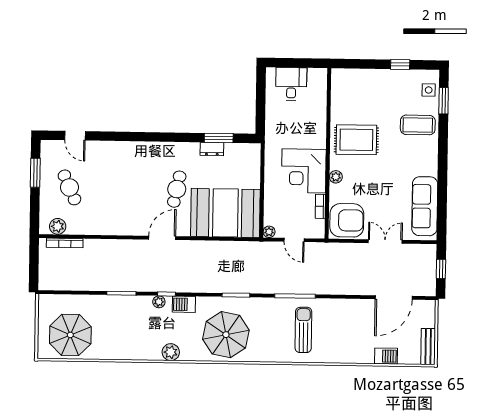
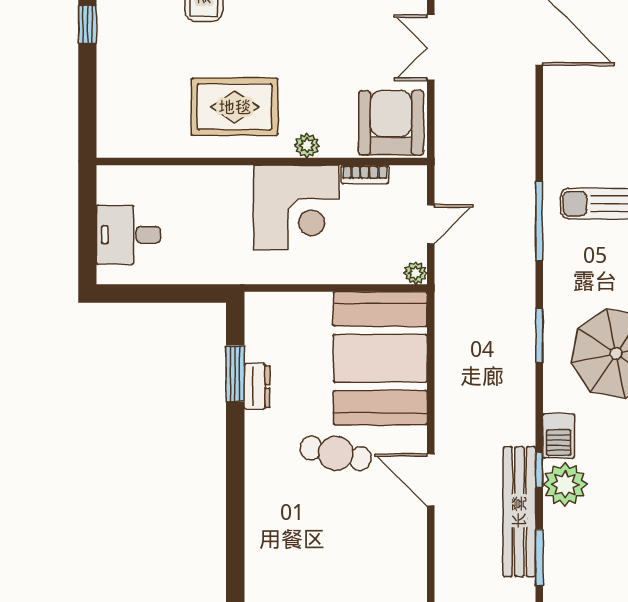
rug: (356, 140) -> (235, 107), turned 90
bench: (145, 283) -> (519, 512), added
plant: (159, 302) -> (565, 484), width x1.88, depth x1.88

